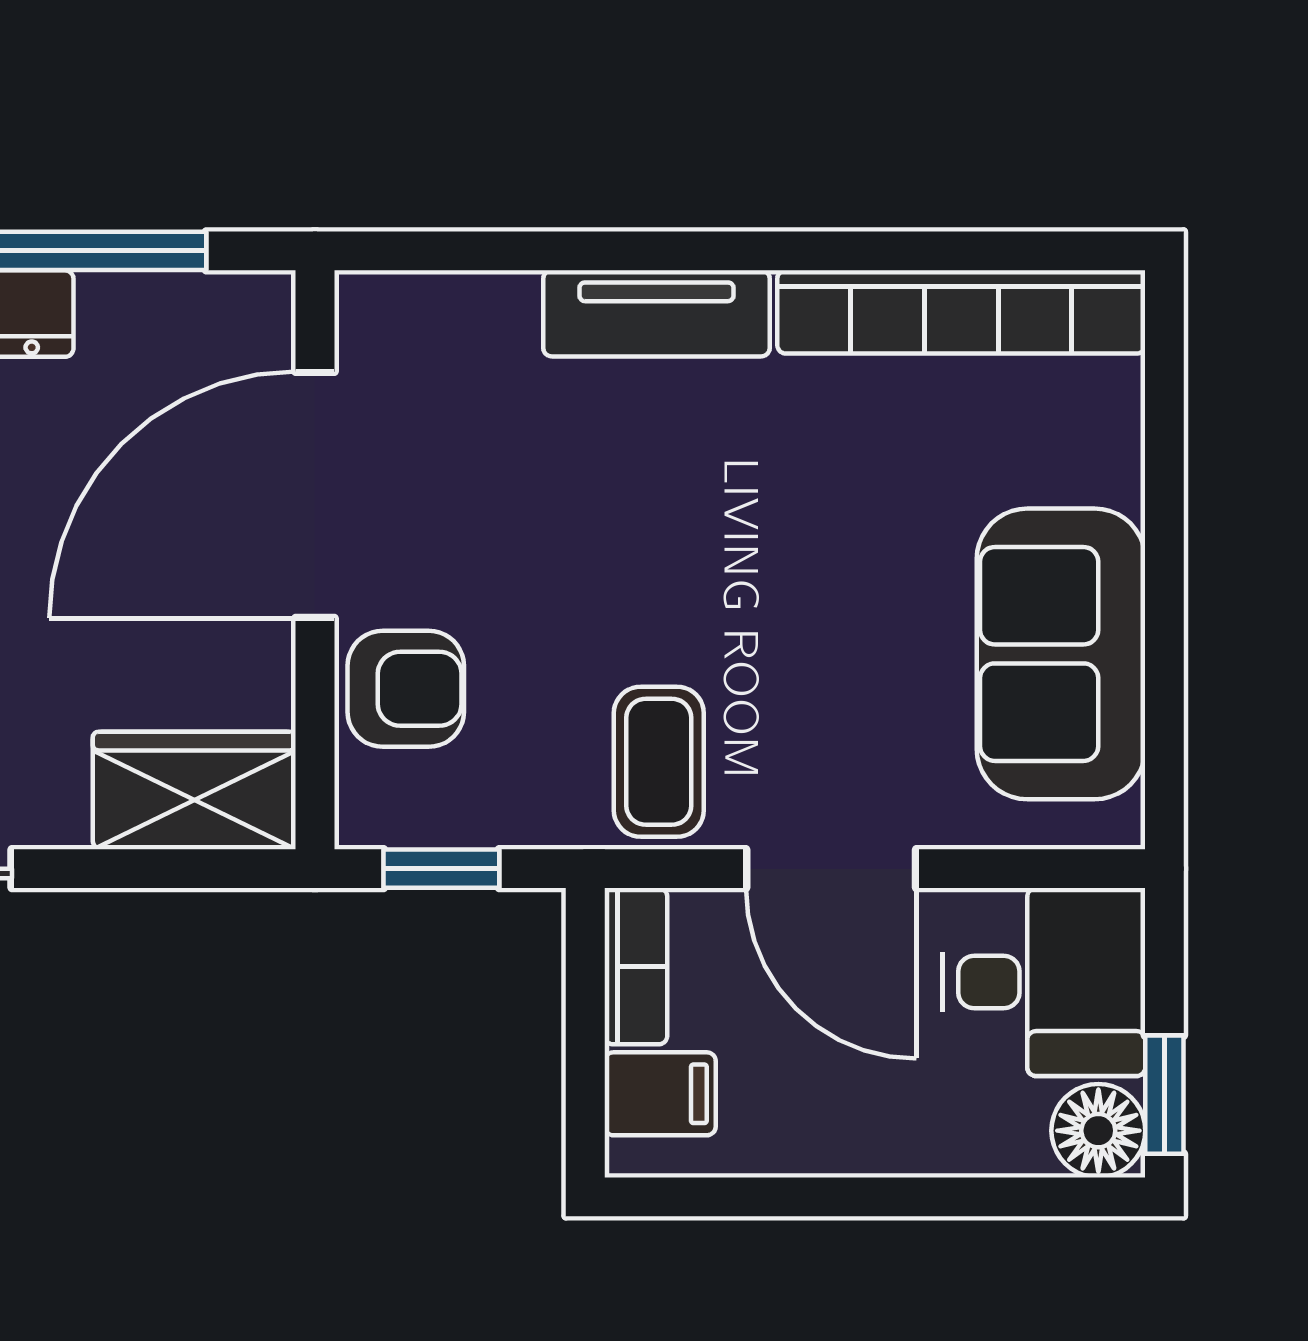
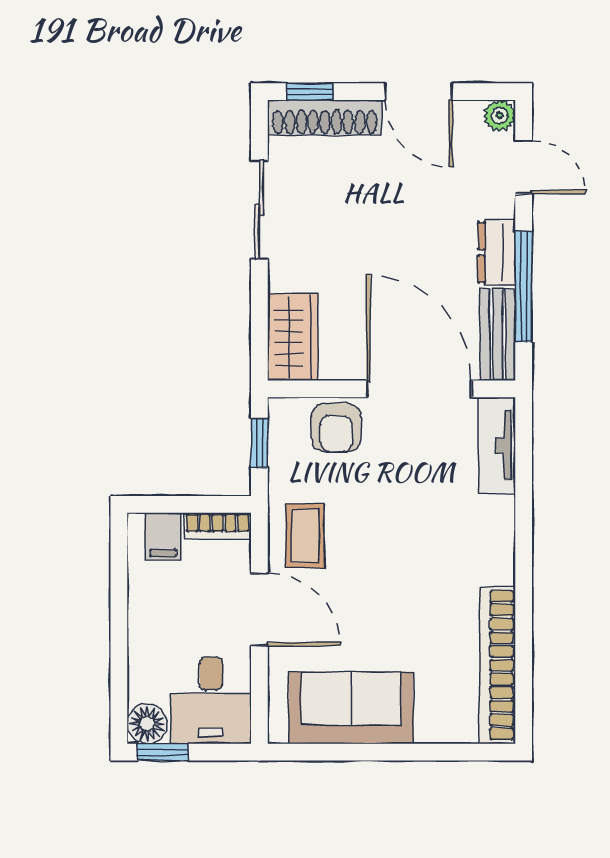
bench: (188, 311) -> (498, 335), added
tv unit: (656, 313) -> (497, 445), moved
coffee table: (659, 762) -> (305, 536), turned 90
door: (831, 869) -> (259, 610), swing flipped

